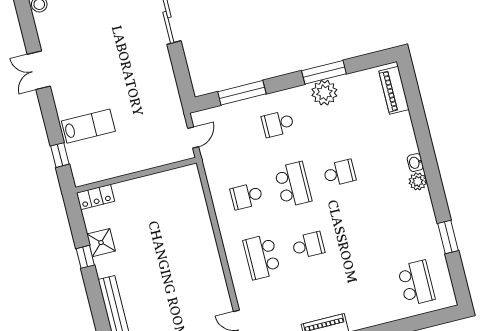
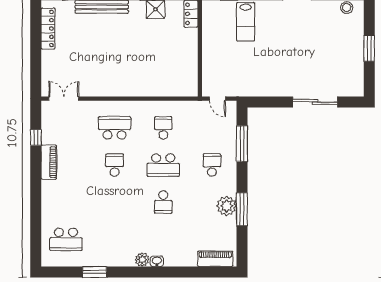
school desk: (308, 245) -> (115, 165), turned 180

